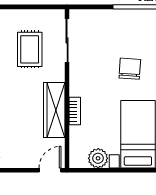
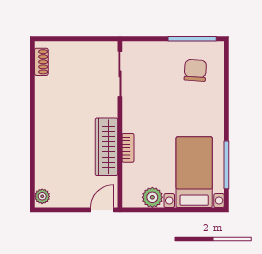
rug: (30, 49) -> (81, 83), removed
chair: (130, 69) -> (195, 70), moved

